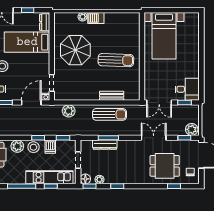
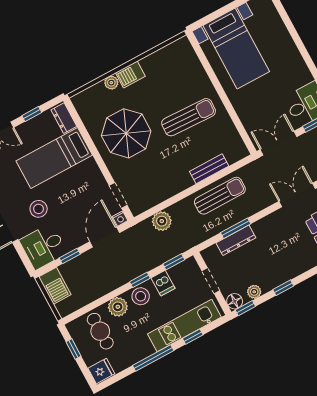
double door: (159, 103) -> (279, 143), swing flipped

